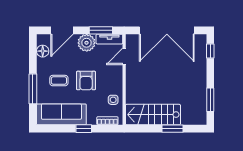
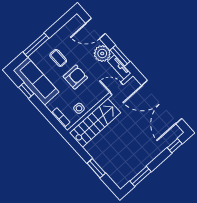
floor lamp: (43, 51) -> (69, 28), removed
armchair: (86, 81) -> (75, 77), turned 180
stairs: (153, 115) -> (95, 123), moved, turned 90
window: (84, 129) -> (26, 90), moved

